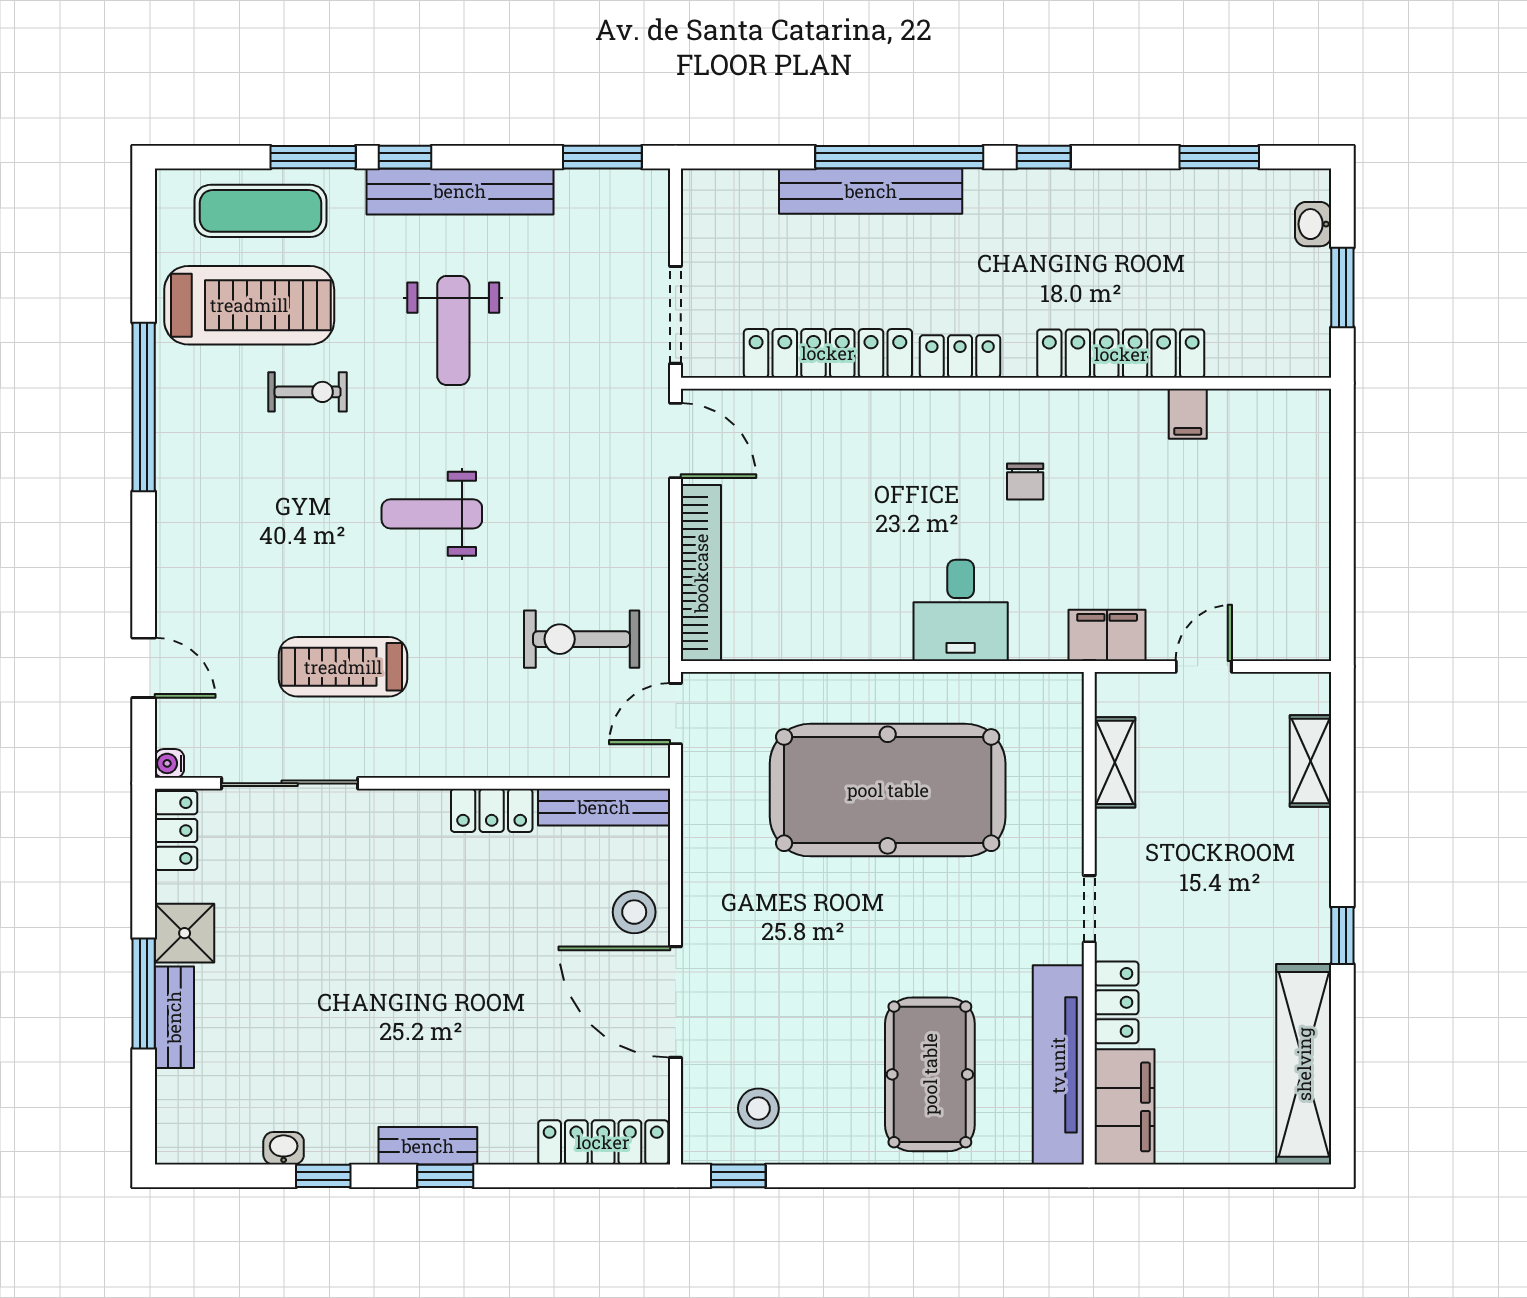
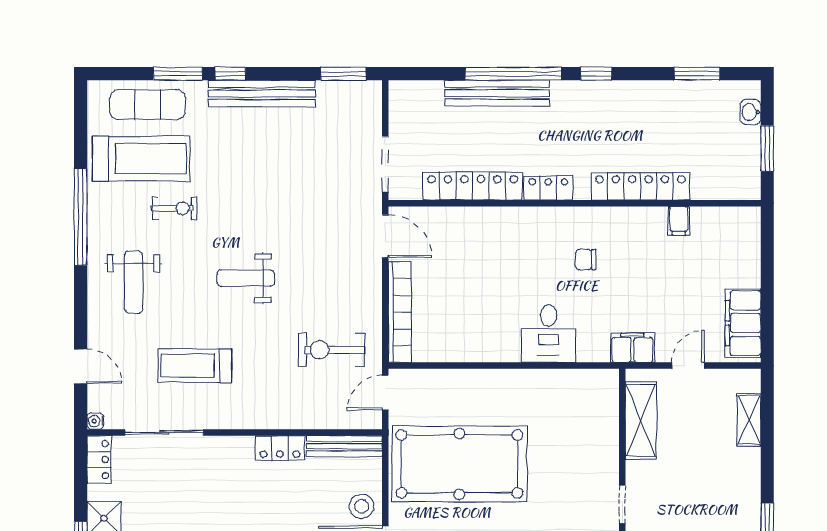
weight bench: (453, 330) -> (133, 282), moved
chair: (1025, 481) -> (586, 260), turned 90
filing cabinet: (1300, 592) -> (743, 323), added
shelving: (1115, 762) -> (641, 421), width x1.50, depth x1.33
pool table: (888, 790) -> (459, 464), moved

